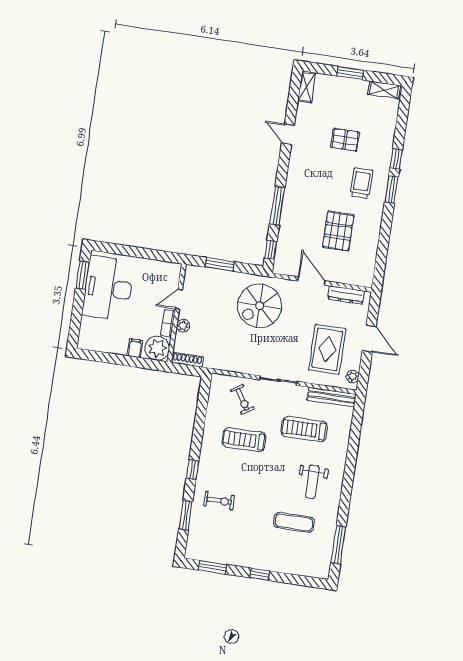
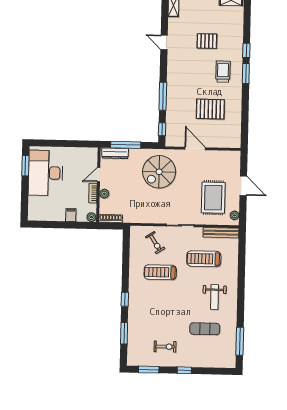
pallet: (338, 231) -> (210, 109), turned 90
window: (220, 264) -> (126, 145), width x1.44
dresser: (346, 295) -> (115, 153), moved
plant: (157, 348) -> (91, 217), width x0.53, depth x0.53
exercise bike: (219, 501) -> (165, 347), moved

